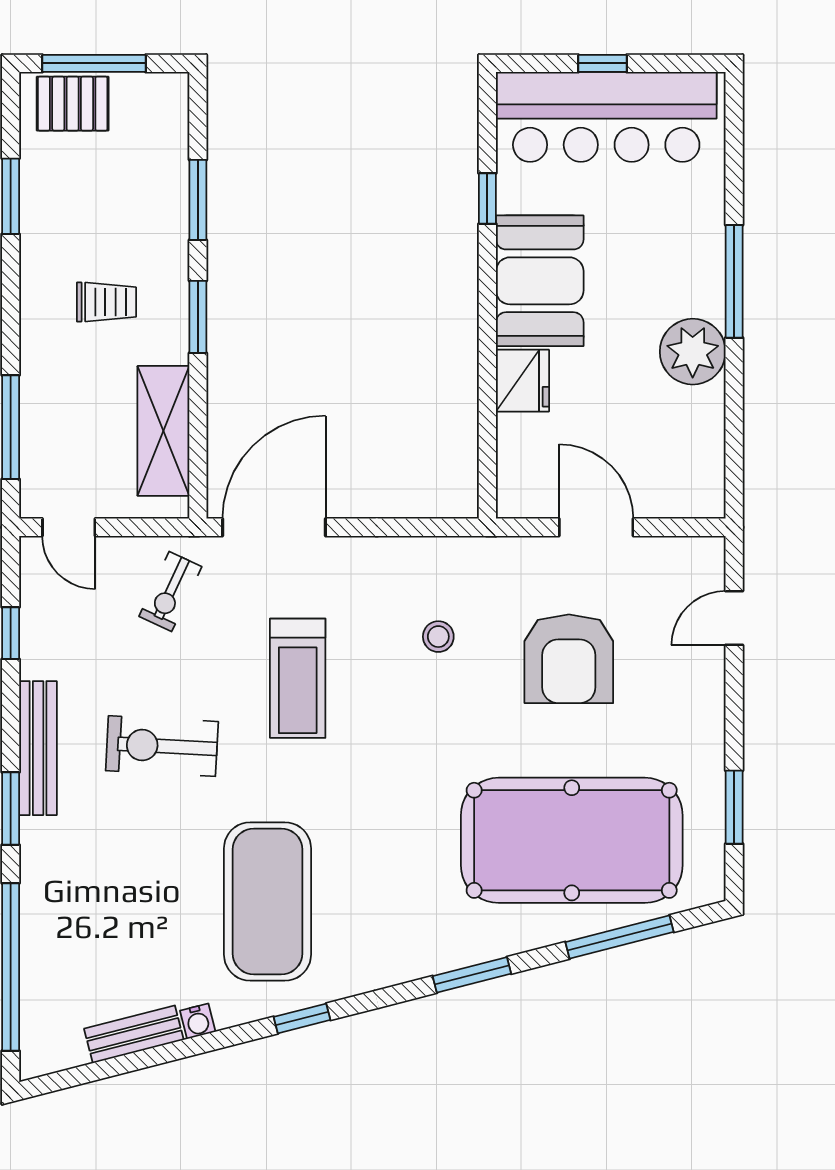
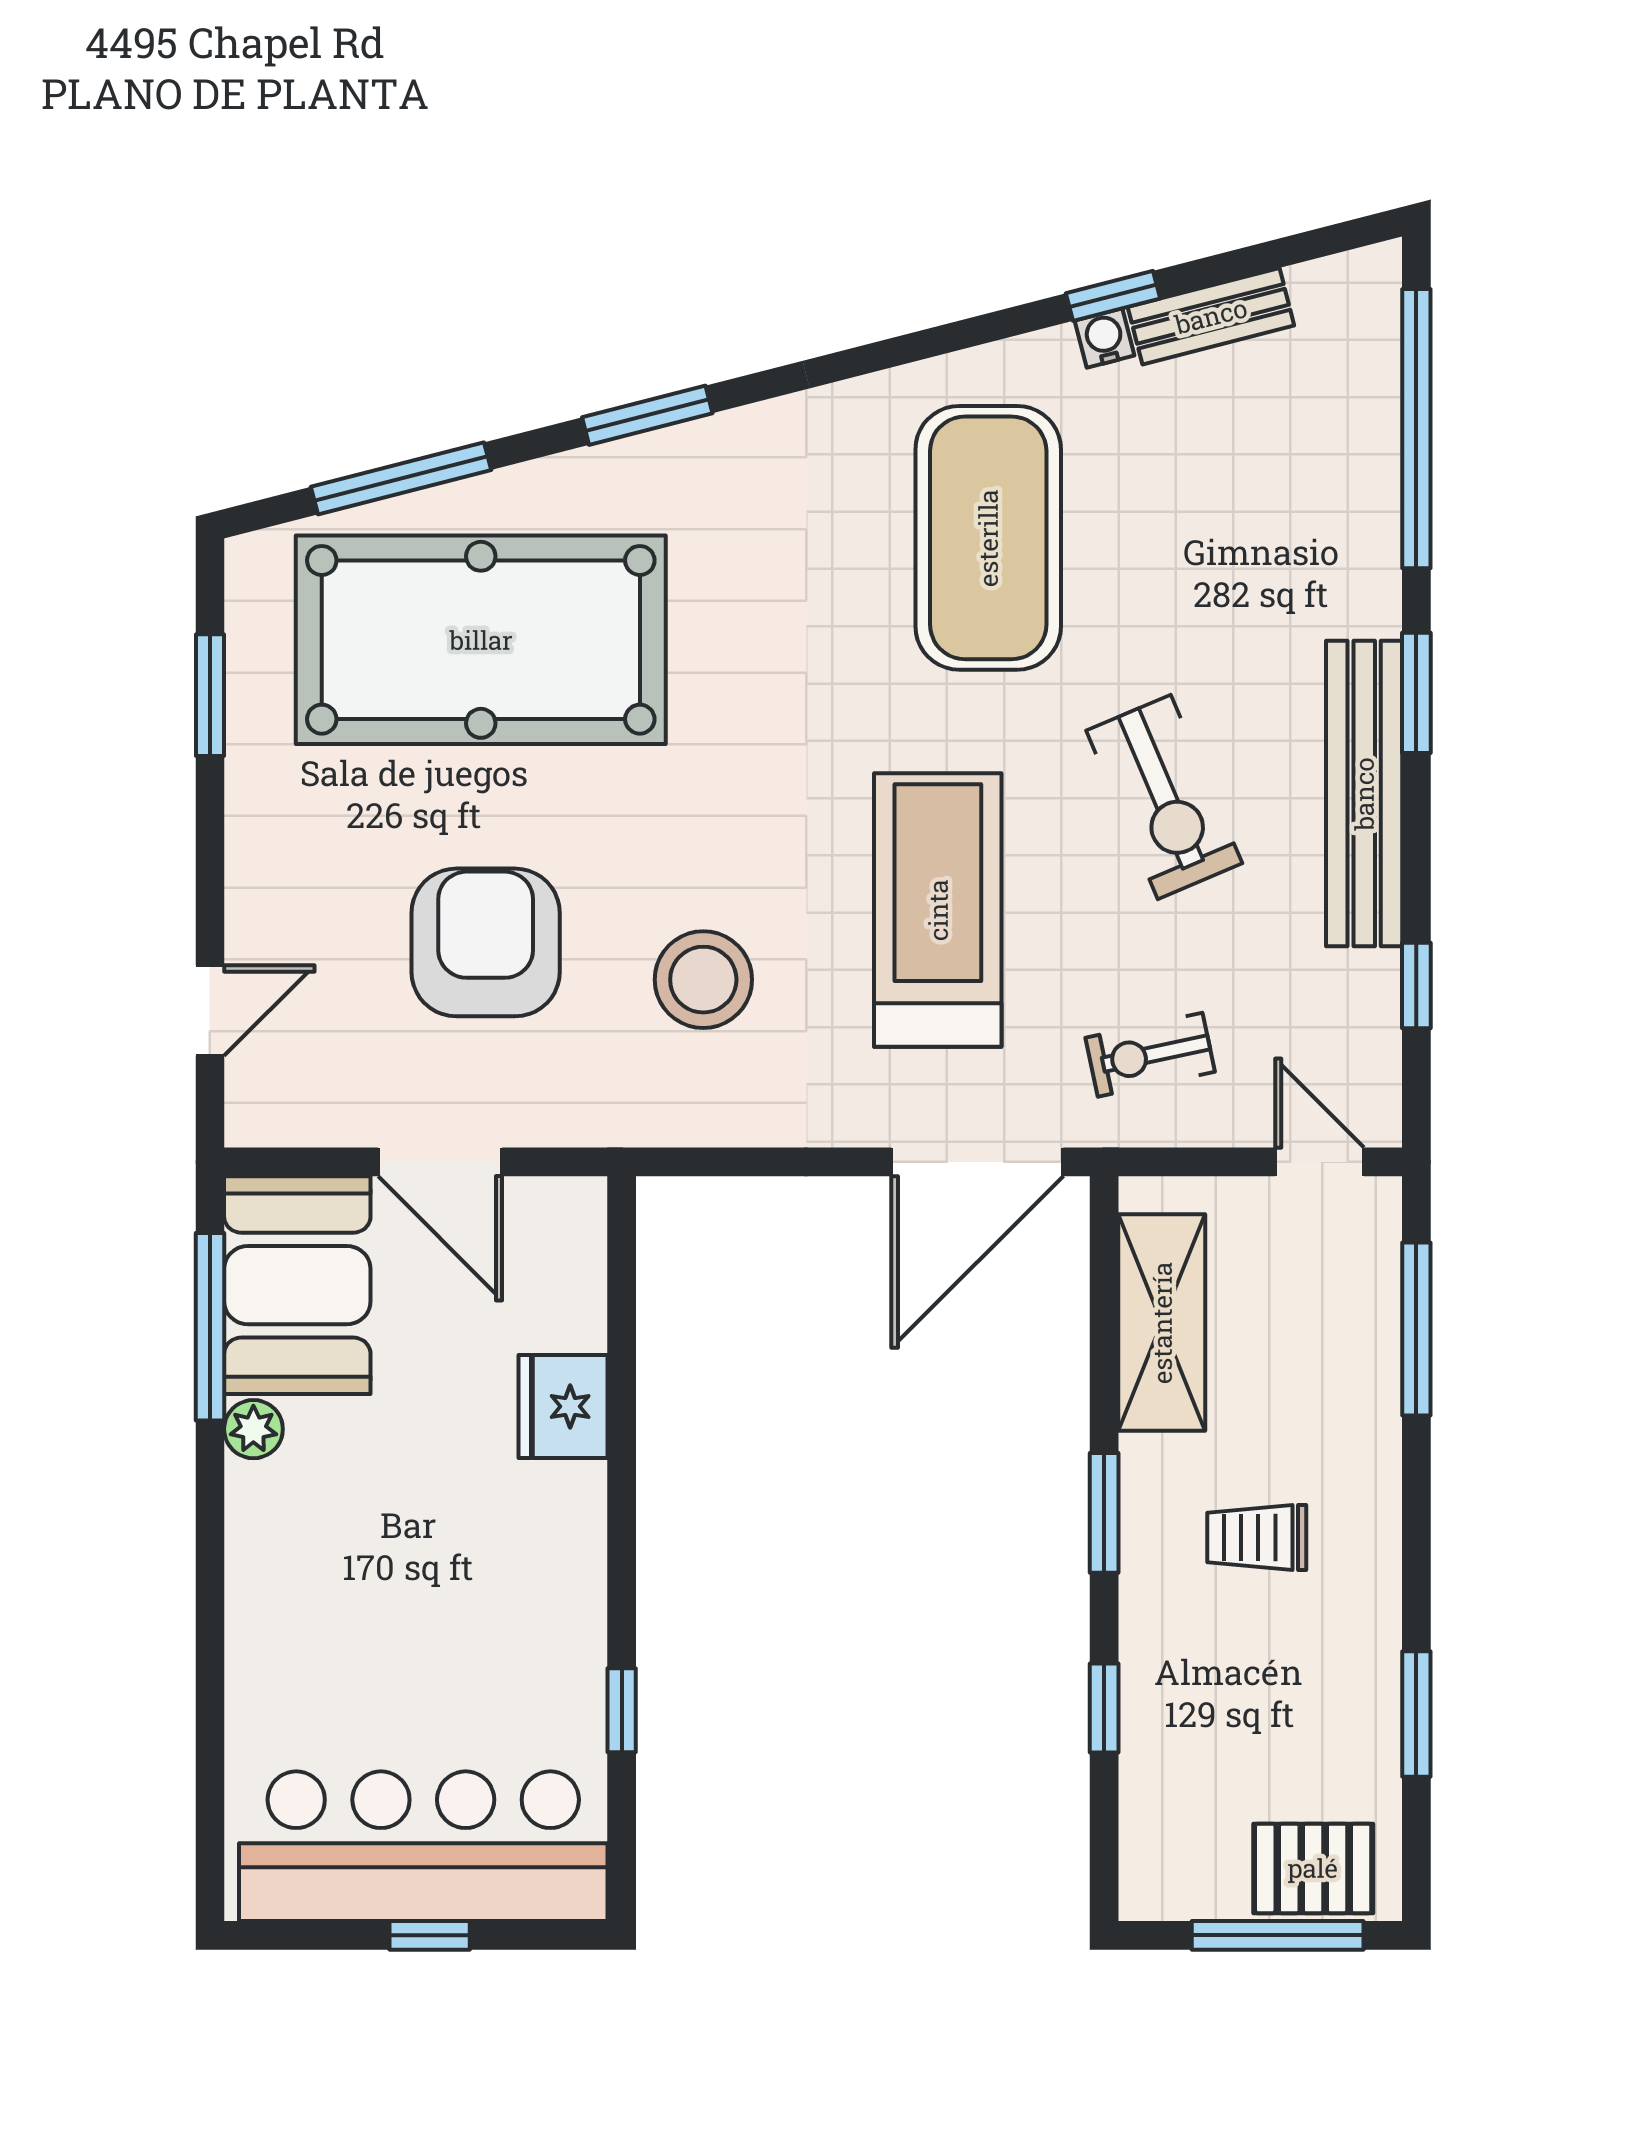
window: (198, 200) -> (1104, 1708), width x0.67
booth: (540, 281) -> (297, 1285), moved
window: (734, 281) -> (210, 1327), moved
plant: (693, 352) -> (253, 1429), width x0.53, depth x0.53
exercise bike: (170, 592) -> (1150, 1055), turned -127
stool: (438, 637) -> (703, 980), width x1.89, depth x1.89
treadmill: (298, 678) -> (938, 910), width x1.37, depth x1.38
exercise bike: (162, 746) -> (1164, 797), turned 64
bench: (38, 748) -> (1364, 794), width x1.37, depth x1.21
window: (302, 1018) -> (1113, 296), moved

